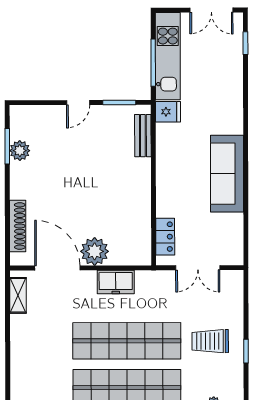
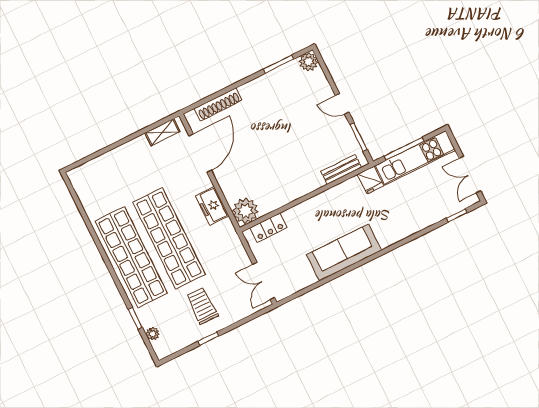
plant: (20, 151) -> (309, 62), moved
plant: (95, 251) -> (245, 211), moved
double door: (198, 268) -> (264, 281), moved

